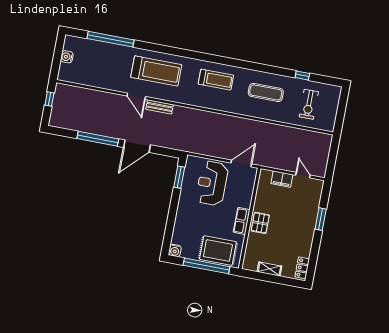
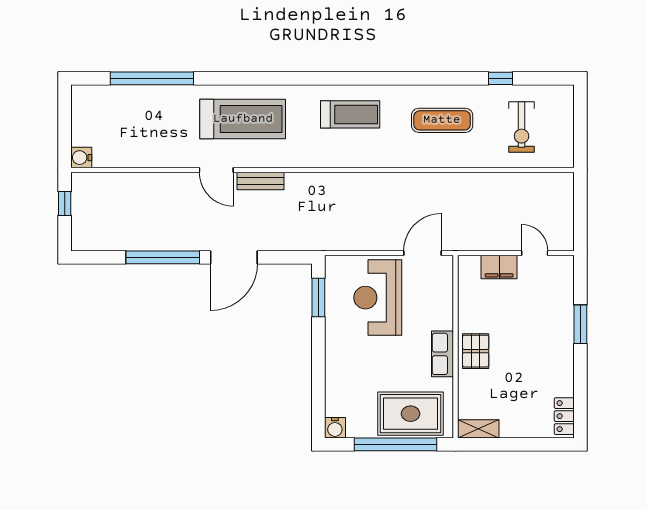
water cooler: (67, 57) -> (81, 158), moved
shelving: (269, 269) -> (478, 429), moved

